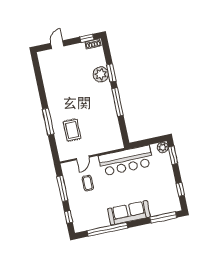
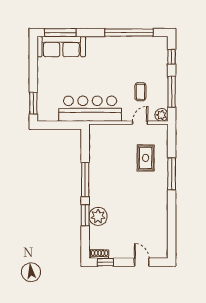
door: (57, 45) -> (142, 262), swing flipped
plant: (163, 147) -> (161, 115), moved
window: (180, 189) -> (33, 61), removed
sofa: (129, 213) -> (61, 47), moved

